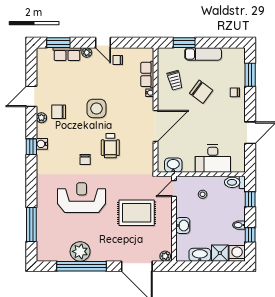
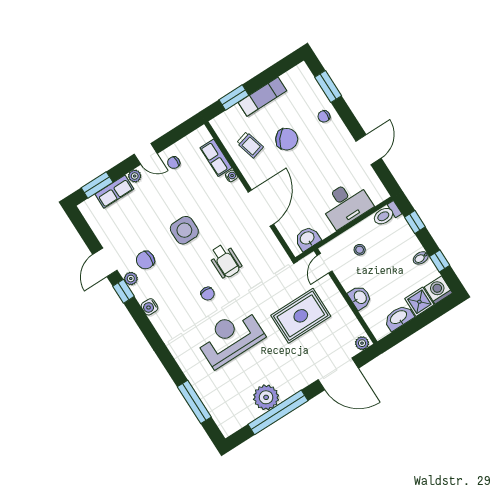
window: (31, 147) -> (123, 291), moved

